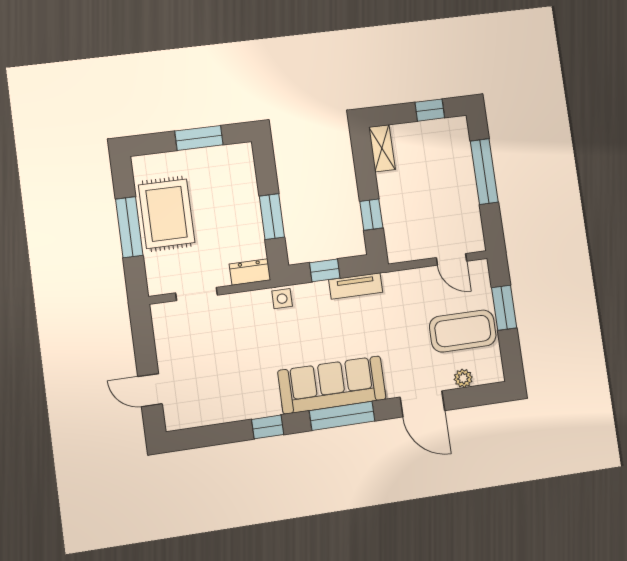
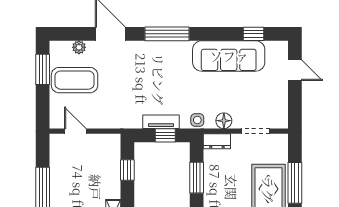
tv unit: (356, 286) -> (161, 122), moved
floor lamp: (244, 303) -> (224, 121), added
window: (504, 308) -> (43, 69), moved
sofa: (332, 385) -> (229, 56), moved
window: (268, 427) -> (254, 34), moved

